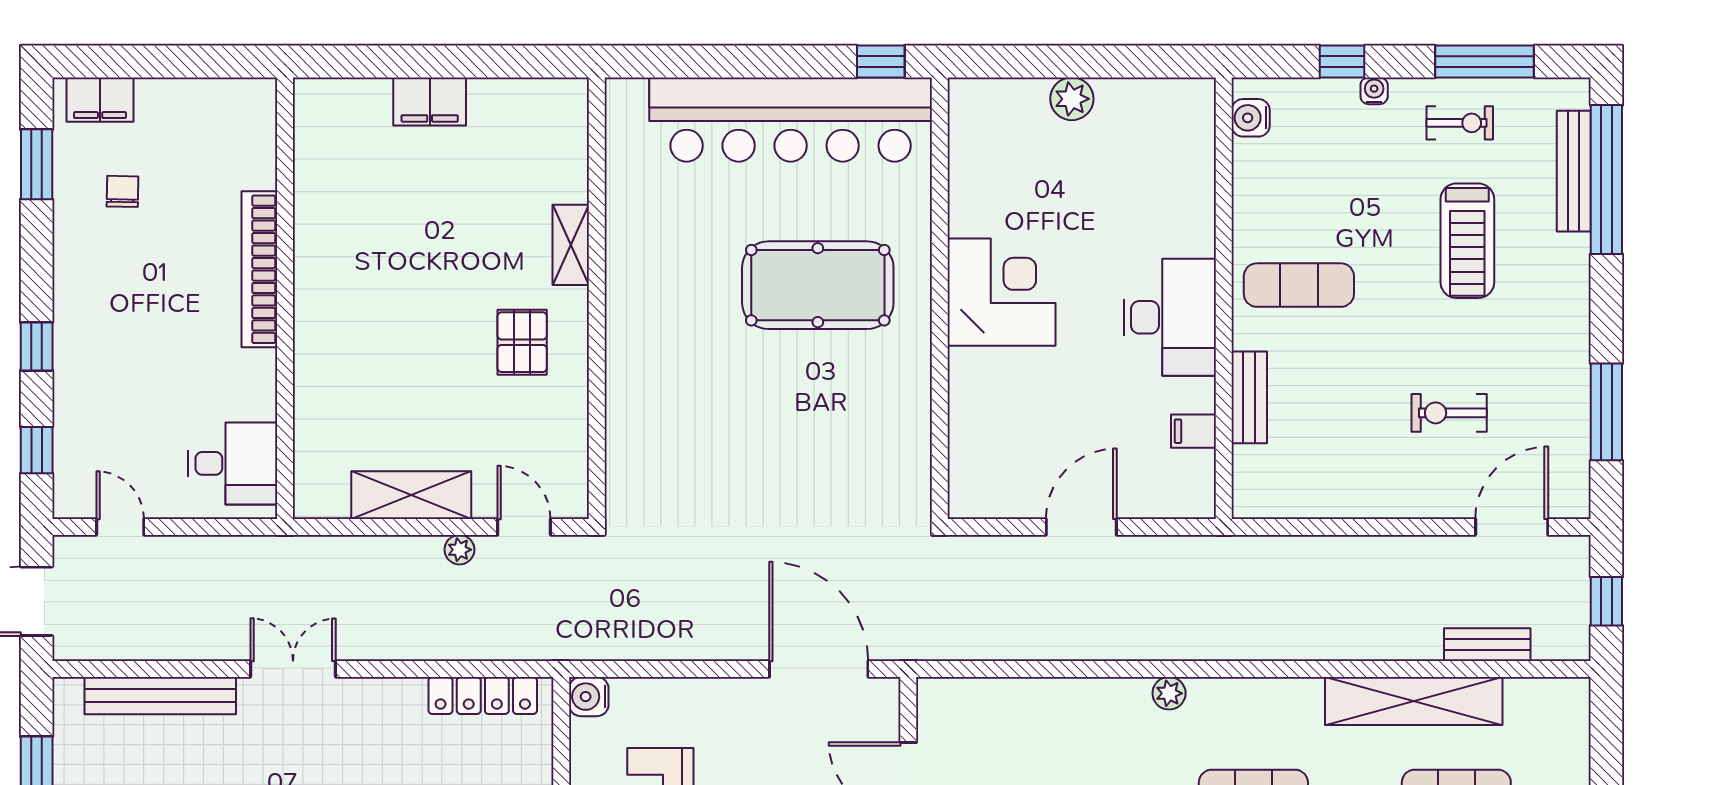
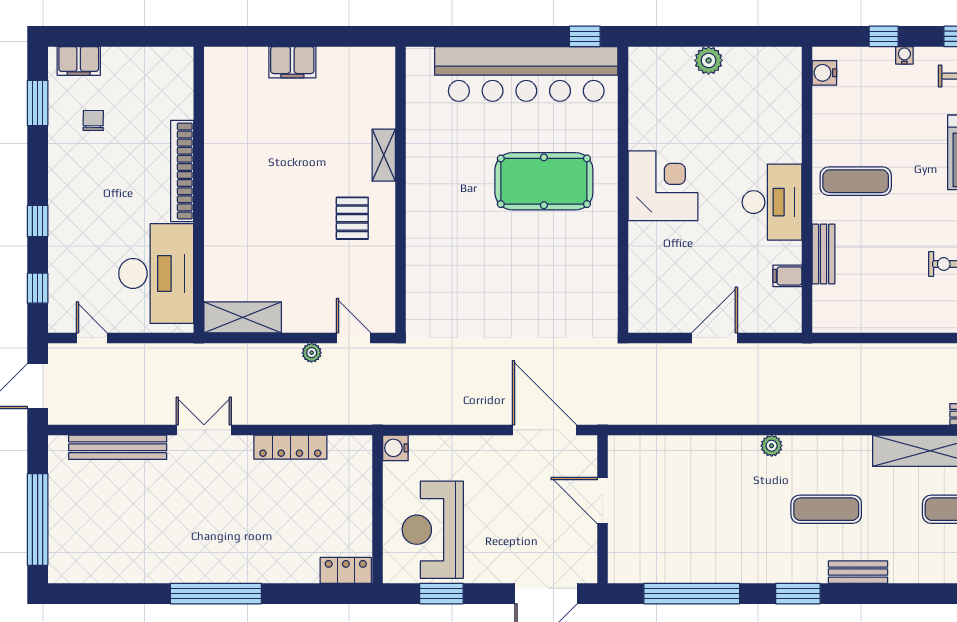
desk: (233, 463) -> (156, 273), width x1.87, depth x1.30
shelving: (411, 495) -> (243, 317), moved
locker: (483, 695) -> (290, 447), moved

